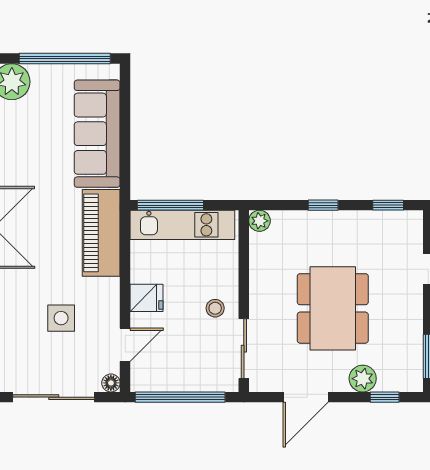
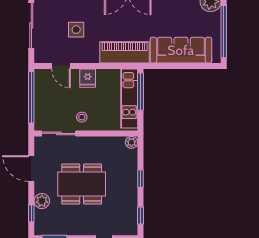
floor lamp: (111, 383) -> (39, 58), removed

